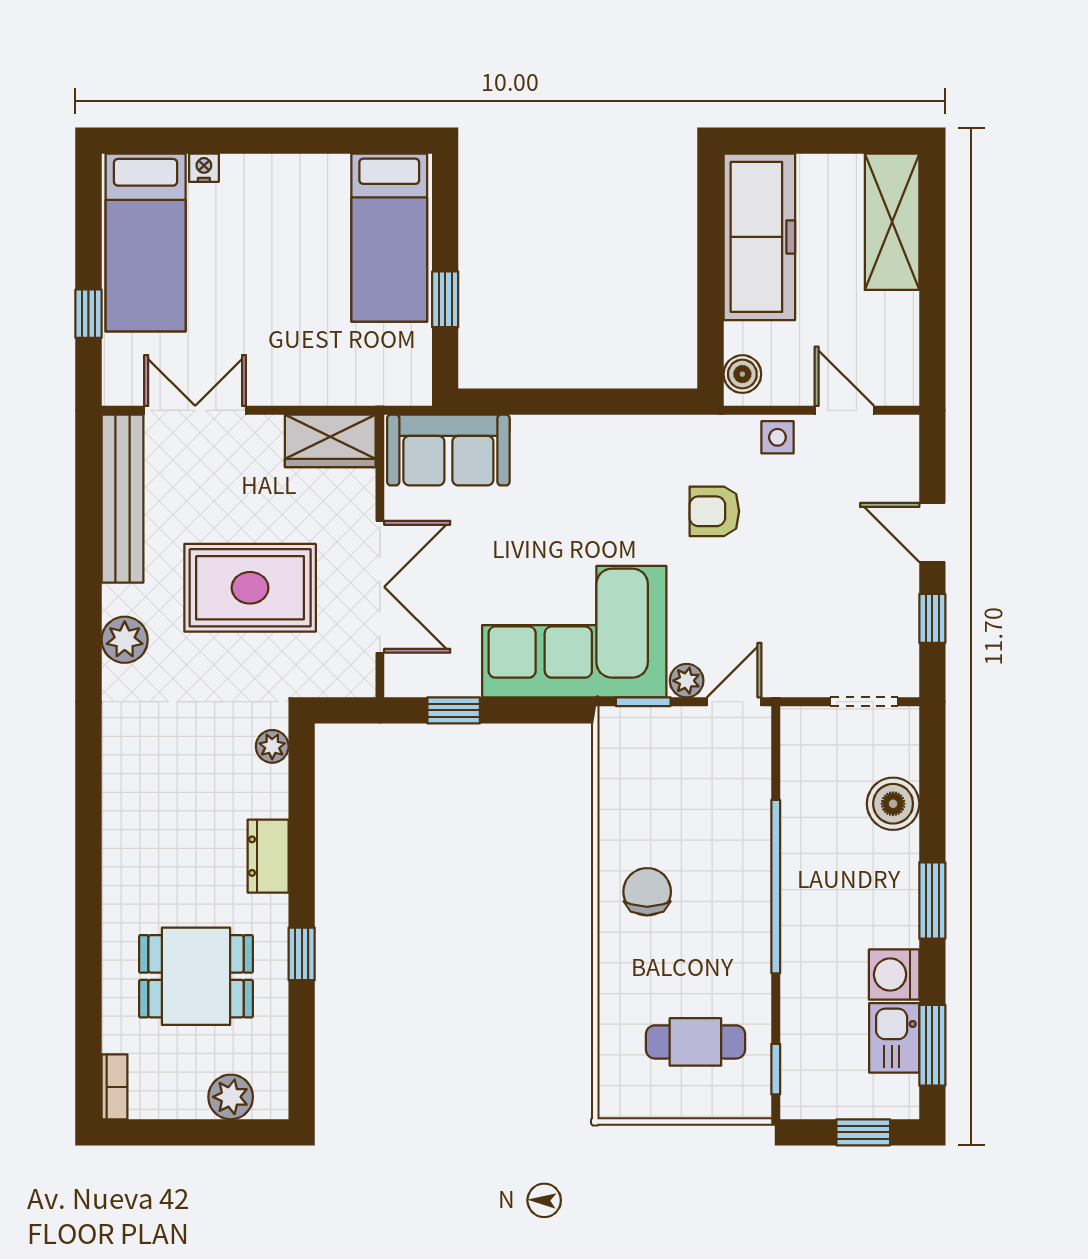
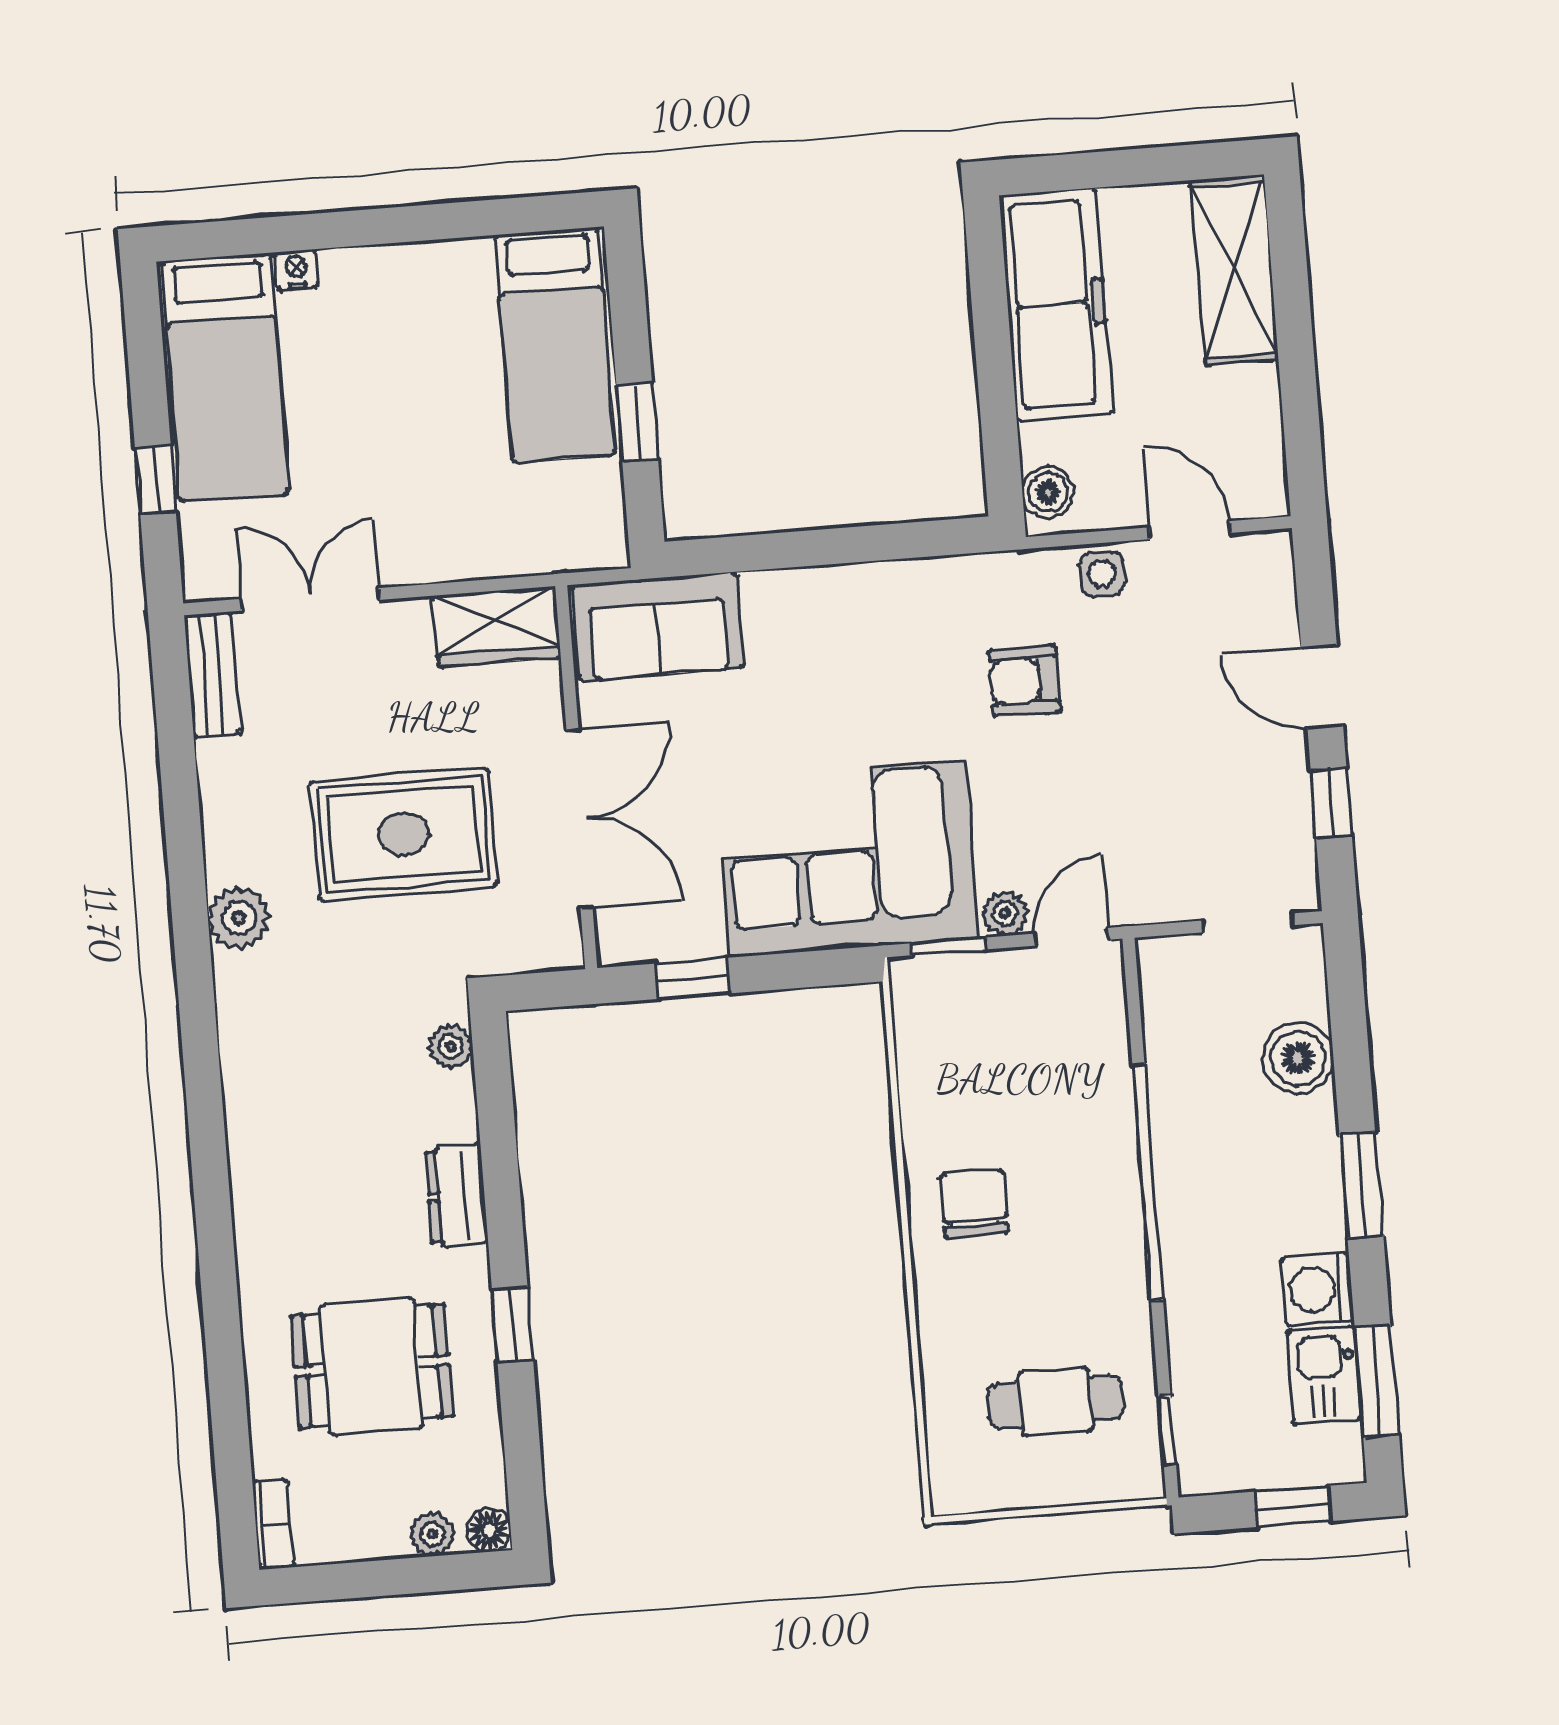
bench: (122, 499) -> (212, 675), width x0.54, depth x0.82
plant: (231, 1097) -> (432, 1534), width x0.73, depth x0.73
floor lamp: (273, 1103) -> (489, 1530), added

